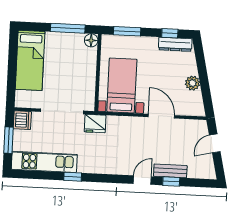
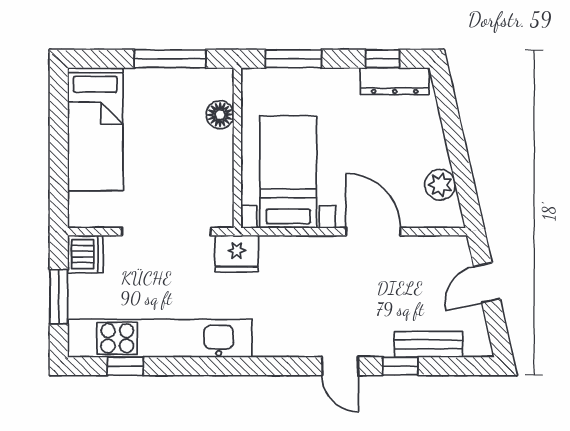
floor lamp: (91, 40) -> (220, 115), moved
plant: (193, 83) -> (440, 185), moved
kitchen unit: (44, 162) -> (160, 338), width x1.36
bench: (170, 171) -> (429, 344), moved
window: (73, 177) -> (125, 366), moved
door: (142, 180) -> (340, 366), swing flipped

